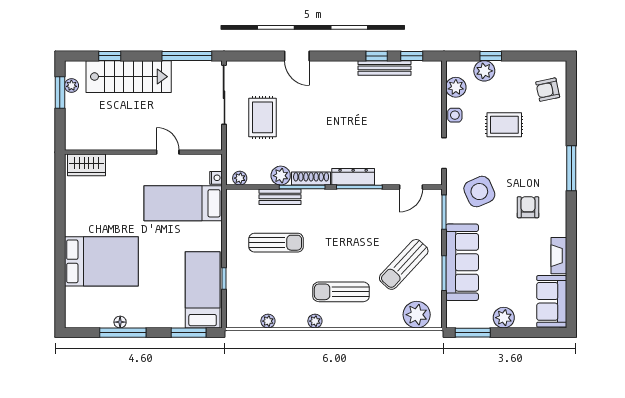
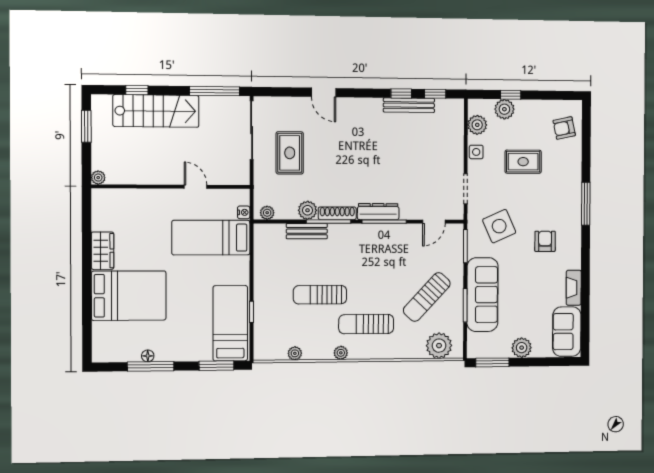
plant: (71, 86) -> (98, 178), moved
wardrobe: (87, 165) -> (102, 251), moved, turned -90
sun lounger: (276, 243) -> (320, 295), moved, turned 180

